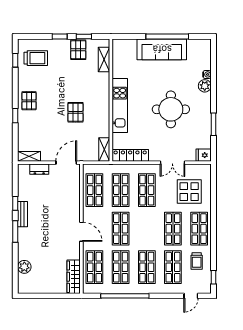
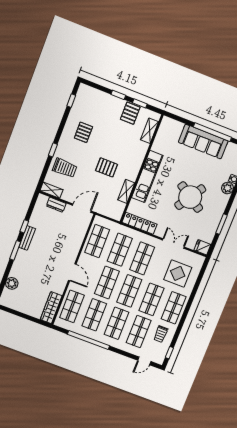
trolley: (36, 58) -> (65, 168), moved
pallet: (29, 101) -> (83, 132), moved
round table: (171, 109) -> (190, 197), turned 33
pallet: (75, 112) -> (107, 167), turned 90
shelving: (104, 150) -> (126, 191), moved
double door: (172, 163) -> (173, 243), swing flipped
shop shelf: (147, 229) -> (129, 291), added

